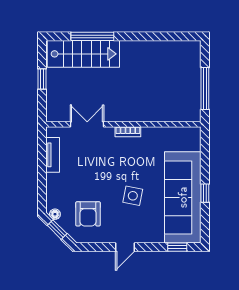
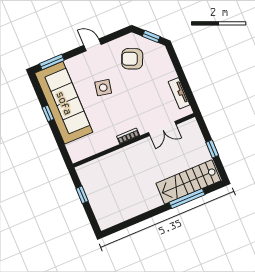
window: (205, 89) -> (82, 195), width x0.46
floor lamp: (55, 214) -> (158, 48), removed
armchair: (88, 214) -> (132, 59), turned -66
door: (125, 247) -> (93, 45), hinge flipped
window: (177, 247) -> (52, 62), width x1.50

